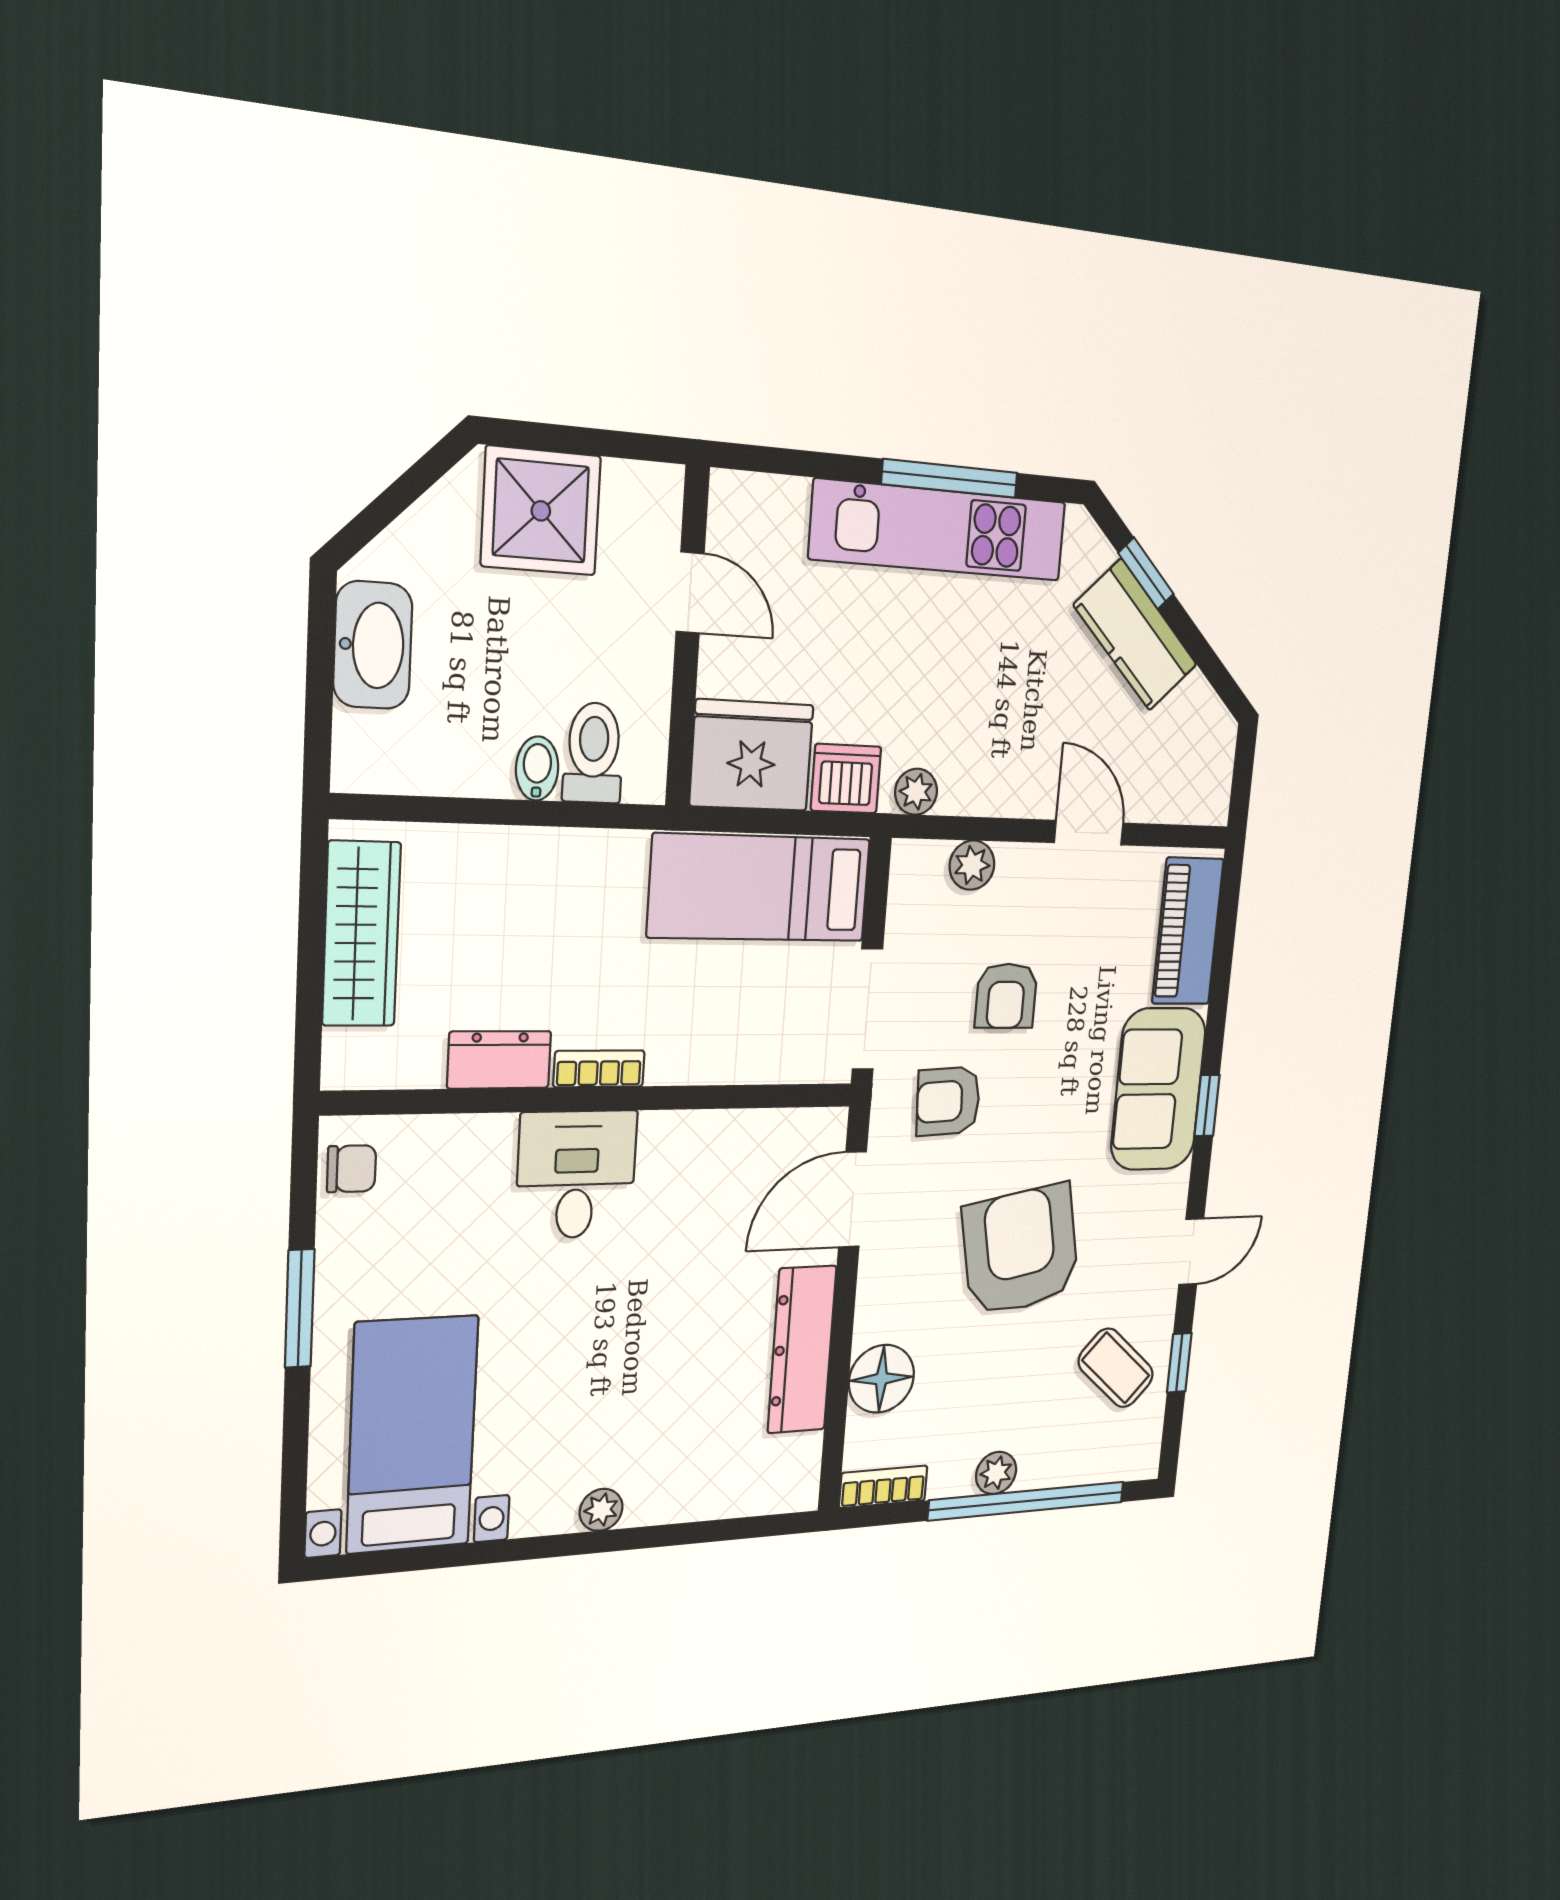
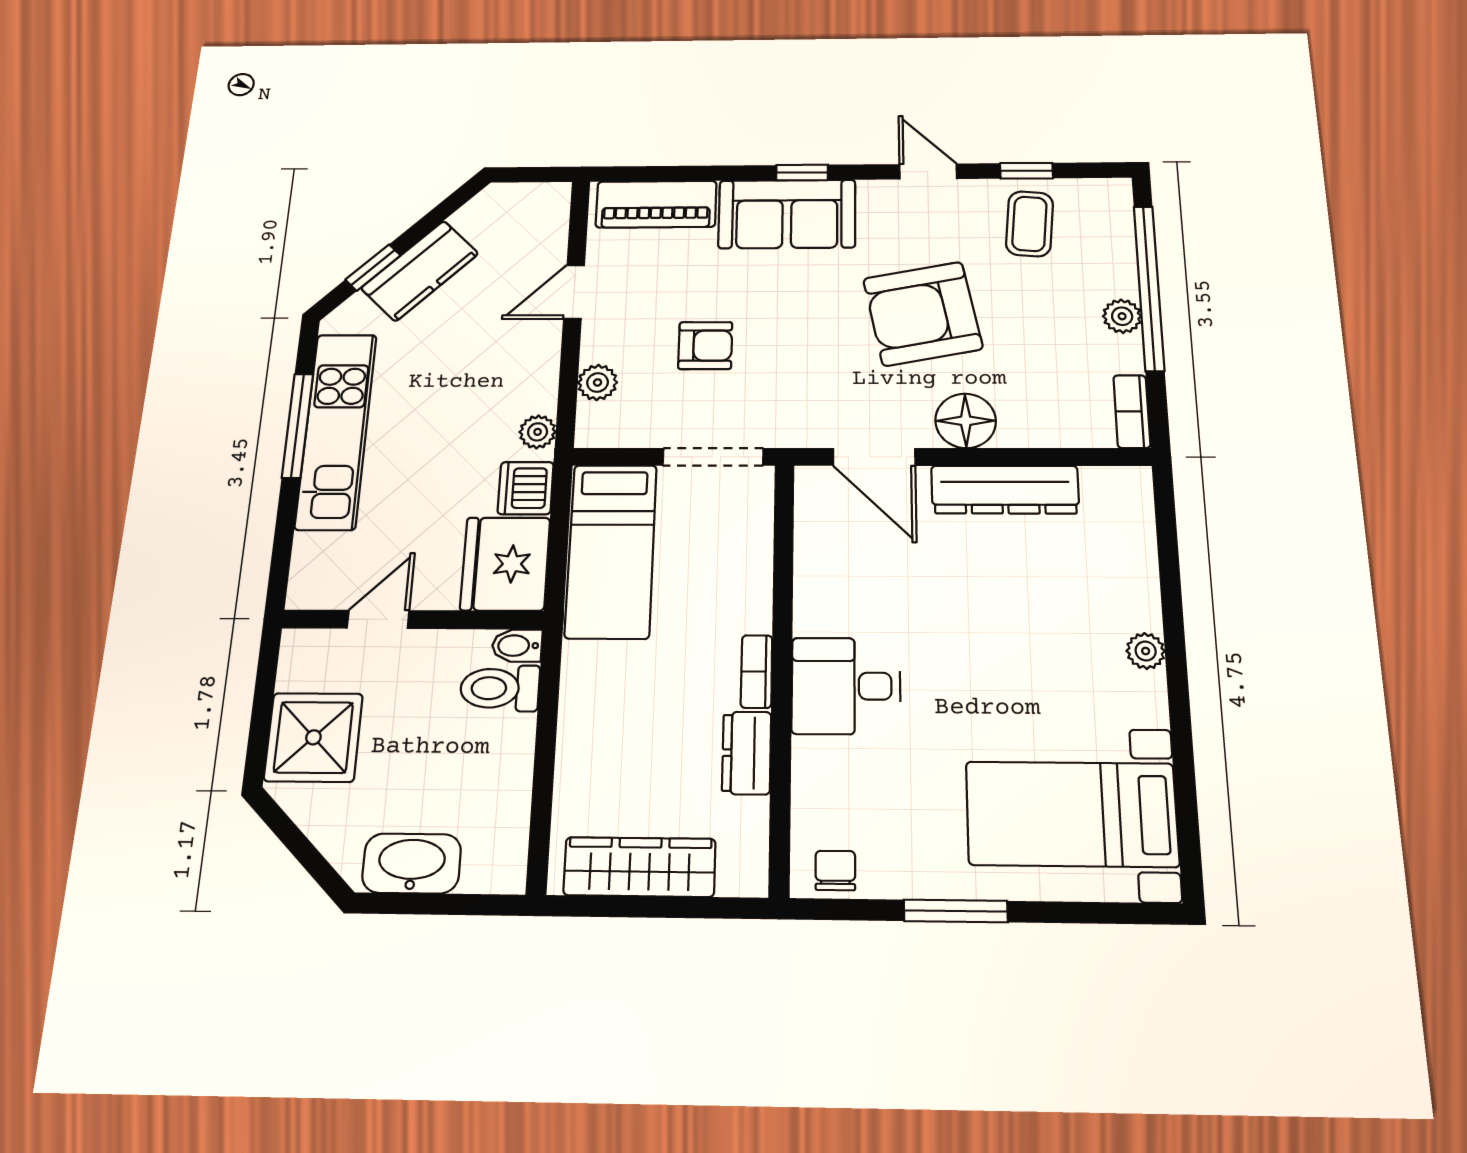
bidet: (537, 768) -> (517, 646), moved
armchair: (948, 1101) -> (792, 385), removed
coffee table: (1116, 1368) -> (1029, 224), turned -37
floor lamp: (881, 1379) -> (966, 421), moved

